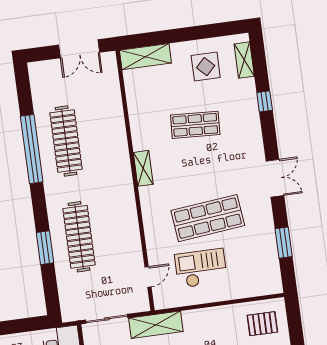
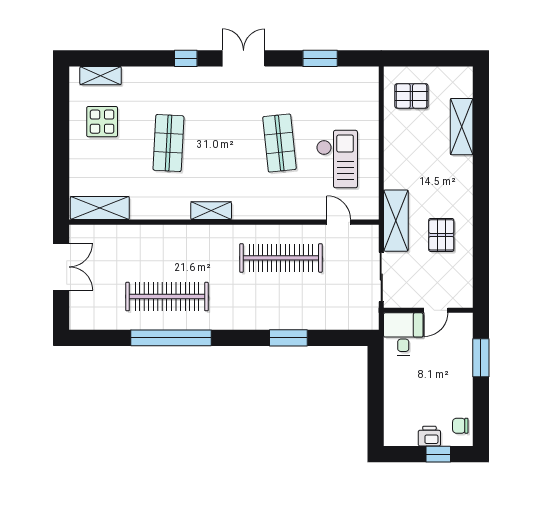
shelving: (145, 57) -> (100, 208), moved, turned 90
window: (265, 101) -> (186, 58), moved
shop shelf: (208, 218) -> (279, 143), width x0.70, depth x0.74
clothes rail: (79, 237) -> (281, 258), moved
checkout: (201, 268) -> (337, 159), turned 180
pallet: (262, 324) -> (411, 96), turned 90

